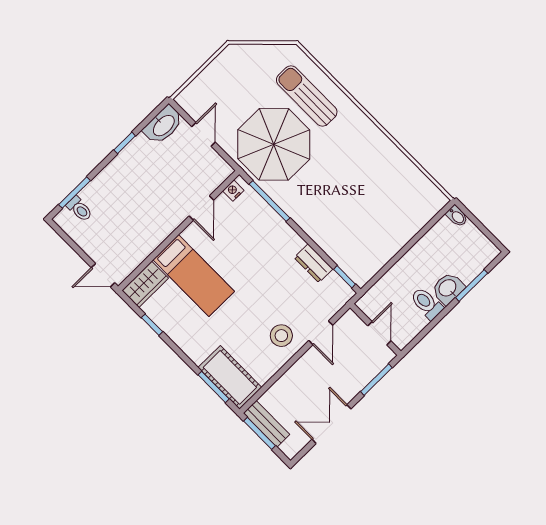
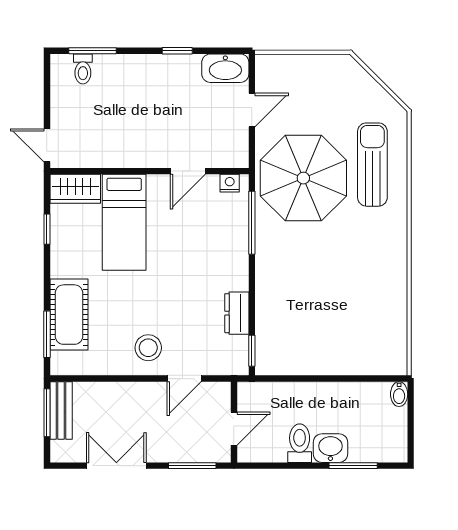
cot: (230, 377) -> (69, 315), moved

